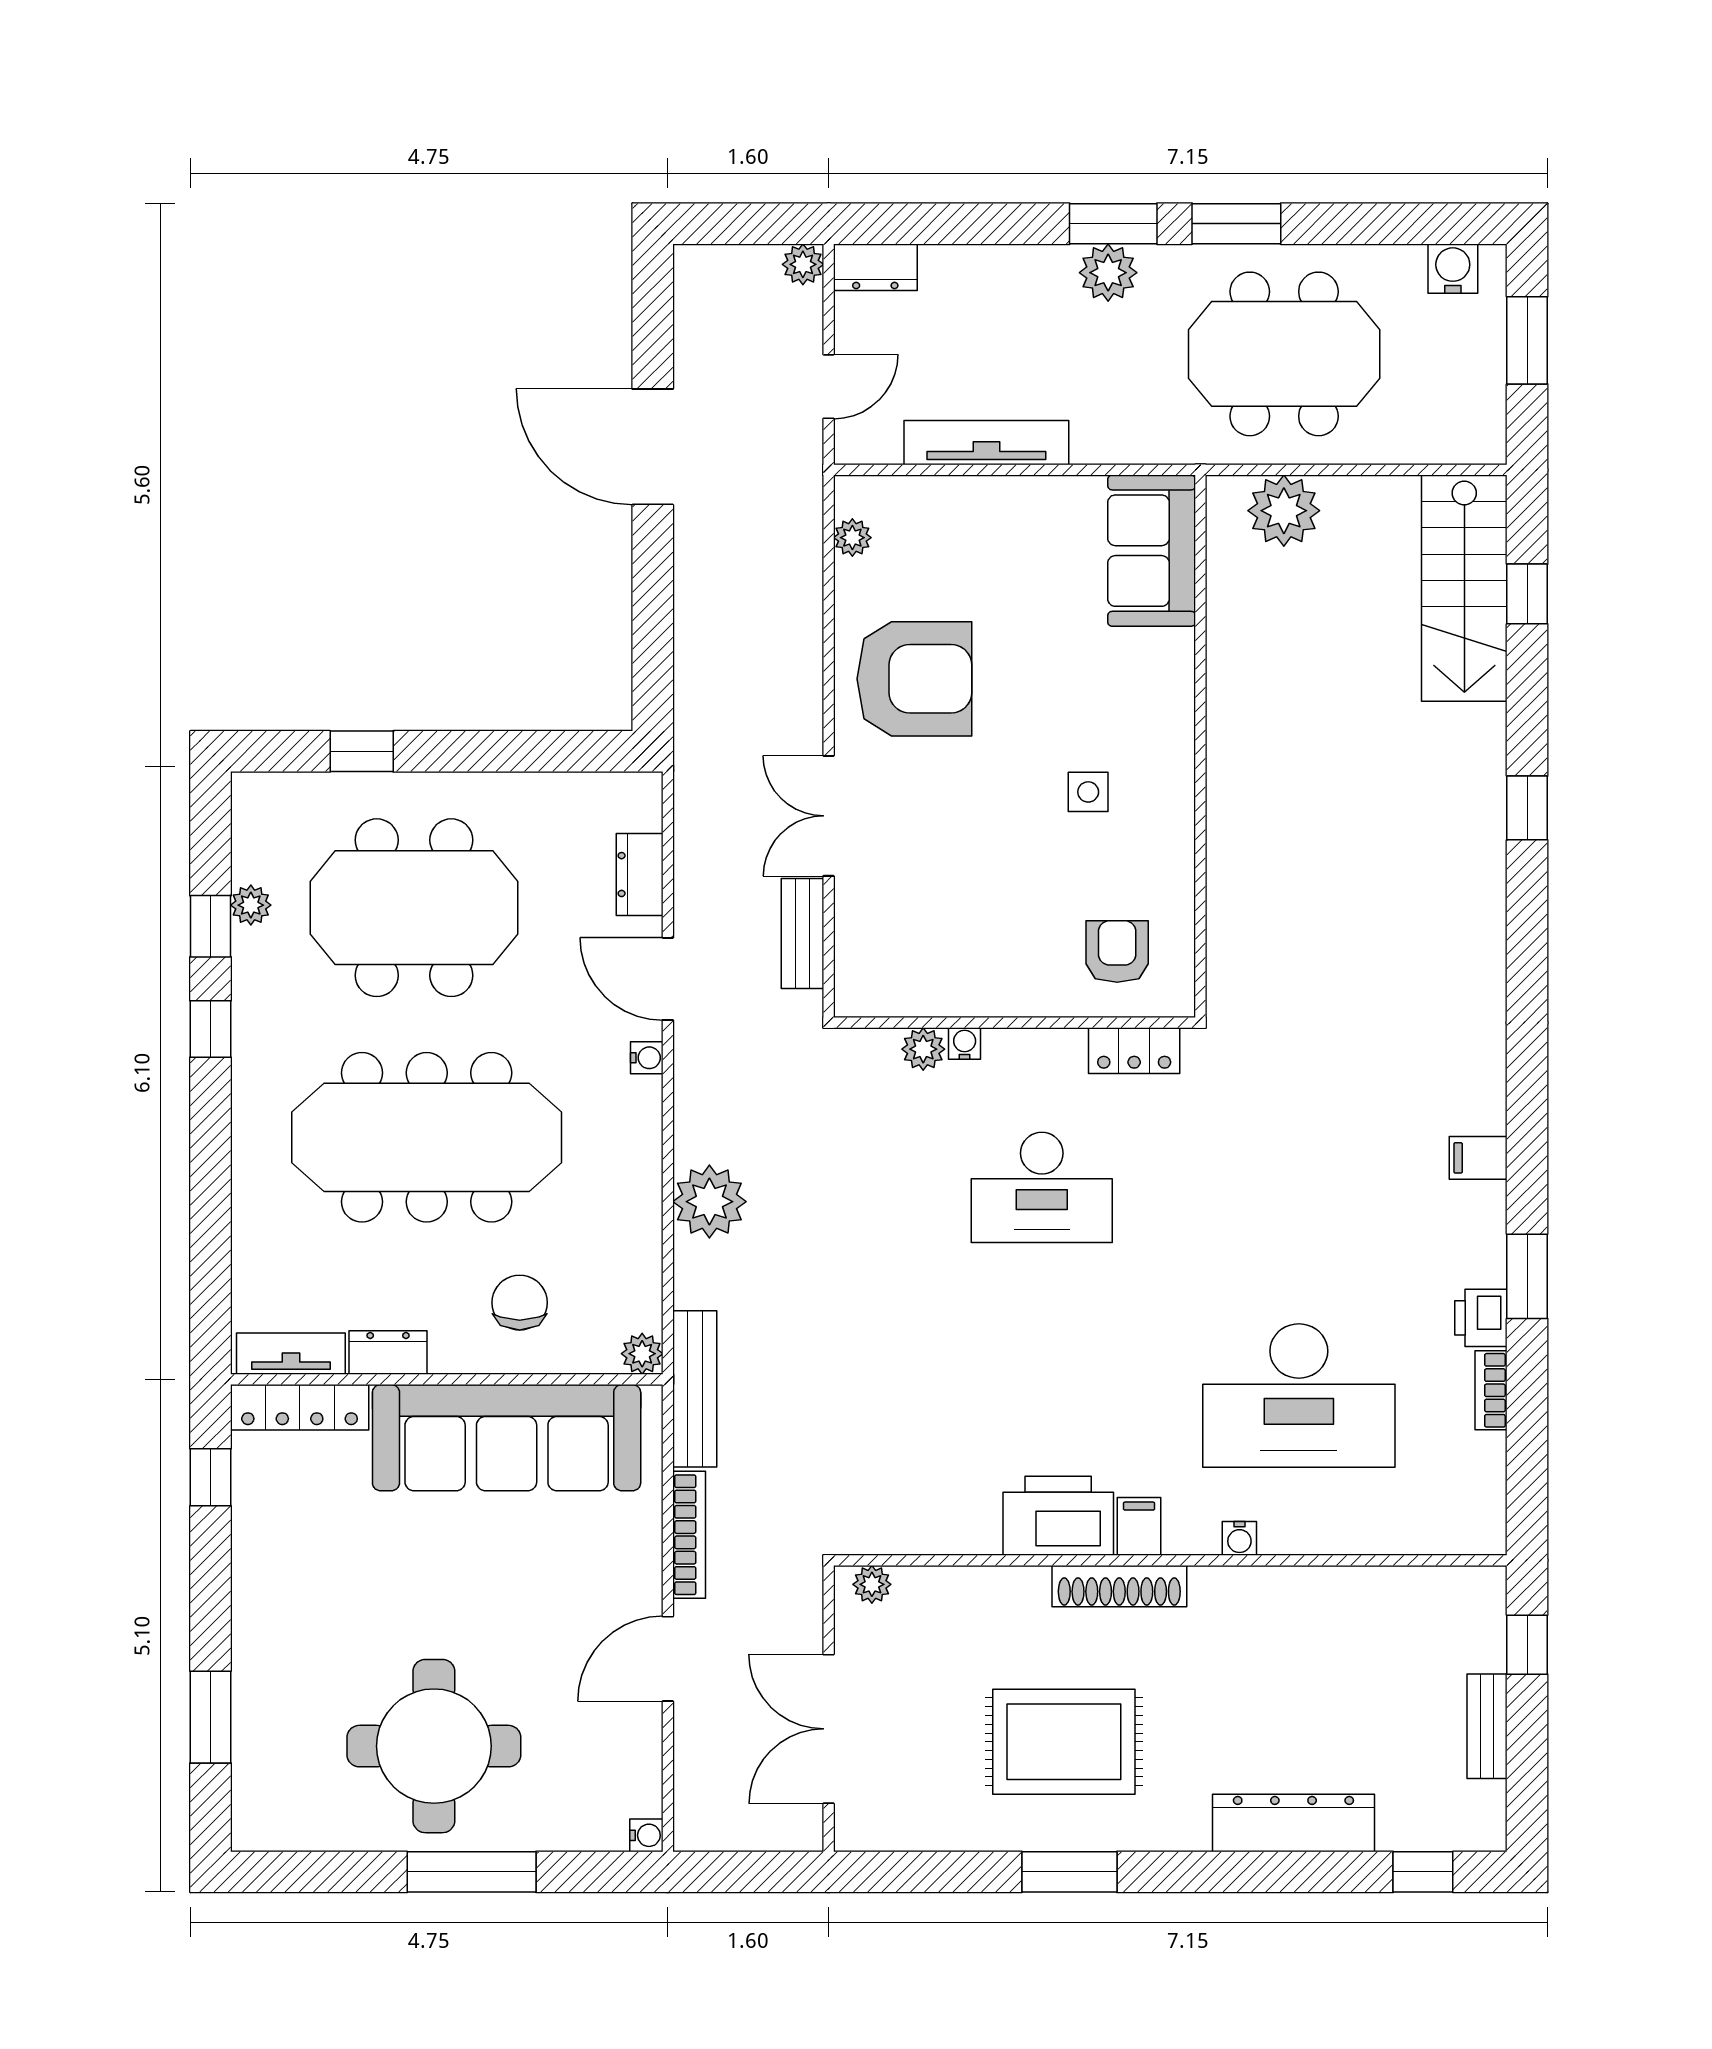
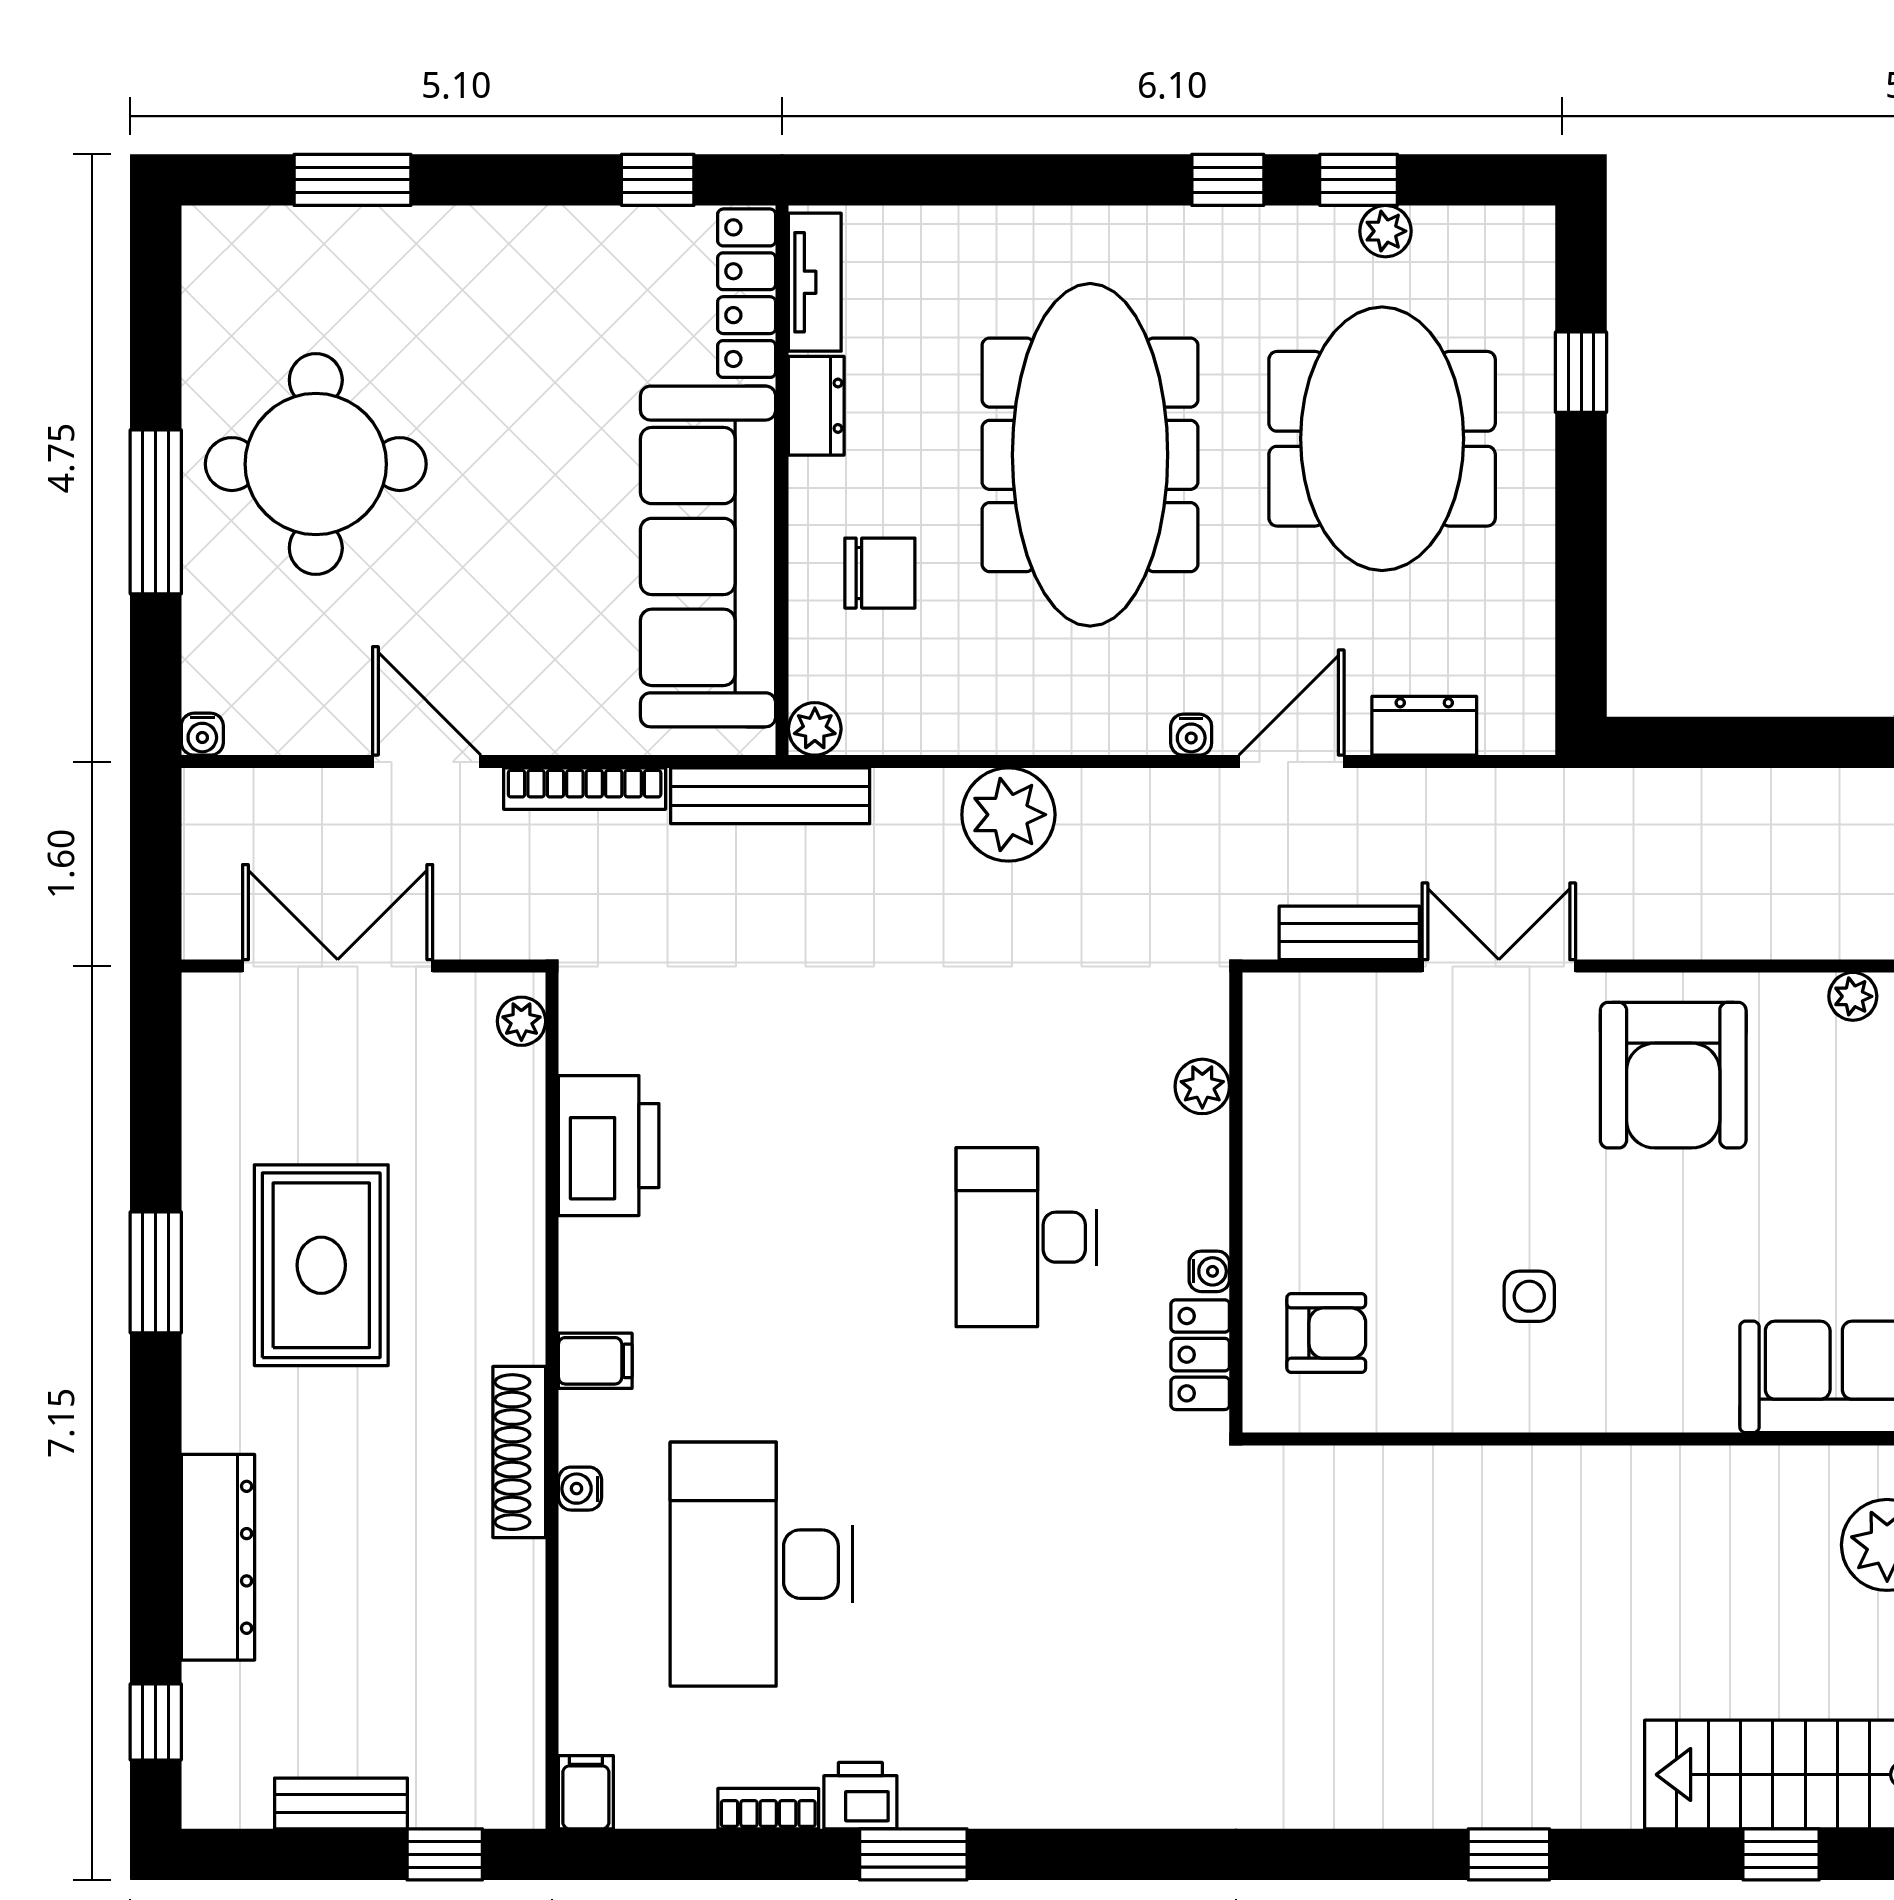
water cooler: (965, 1044) -> (1209, 1271), moved
filing cabinet: (1478, 1158) -> (586, 1792), moved
printer: (1058, 1516) -> (609, 1146), moved
shoe rack: (1119, 1586) -> (519, 1452), moved

